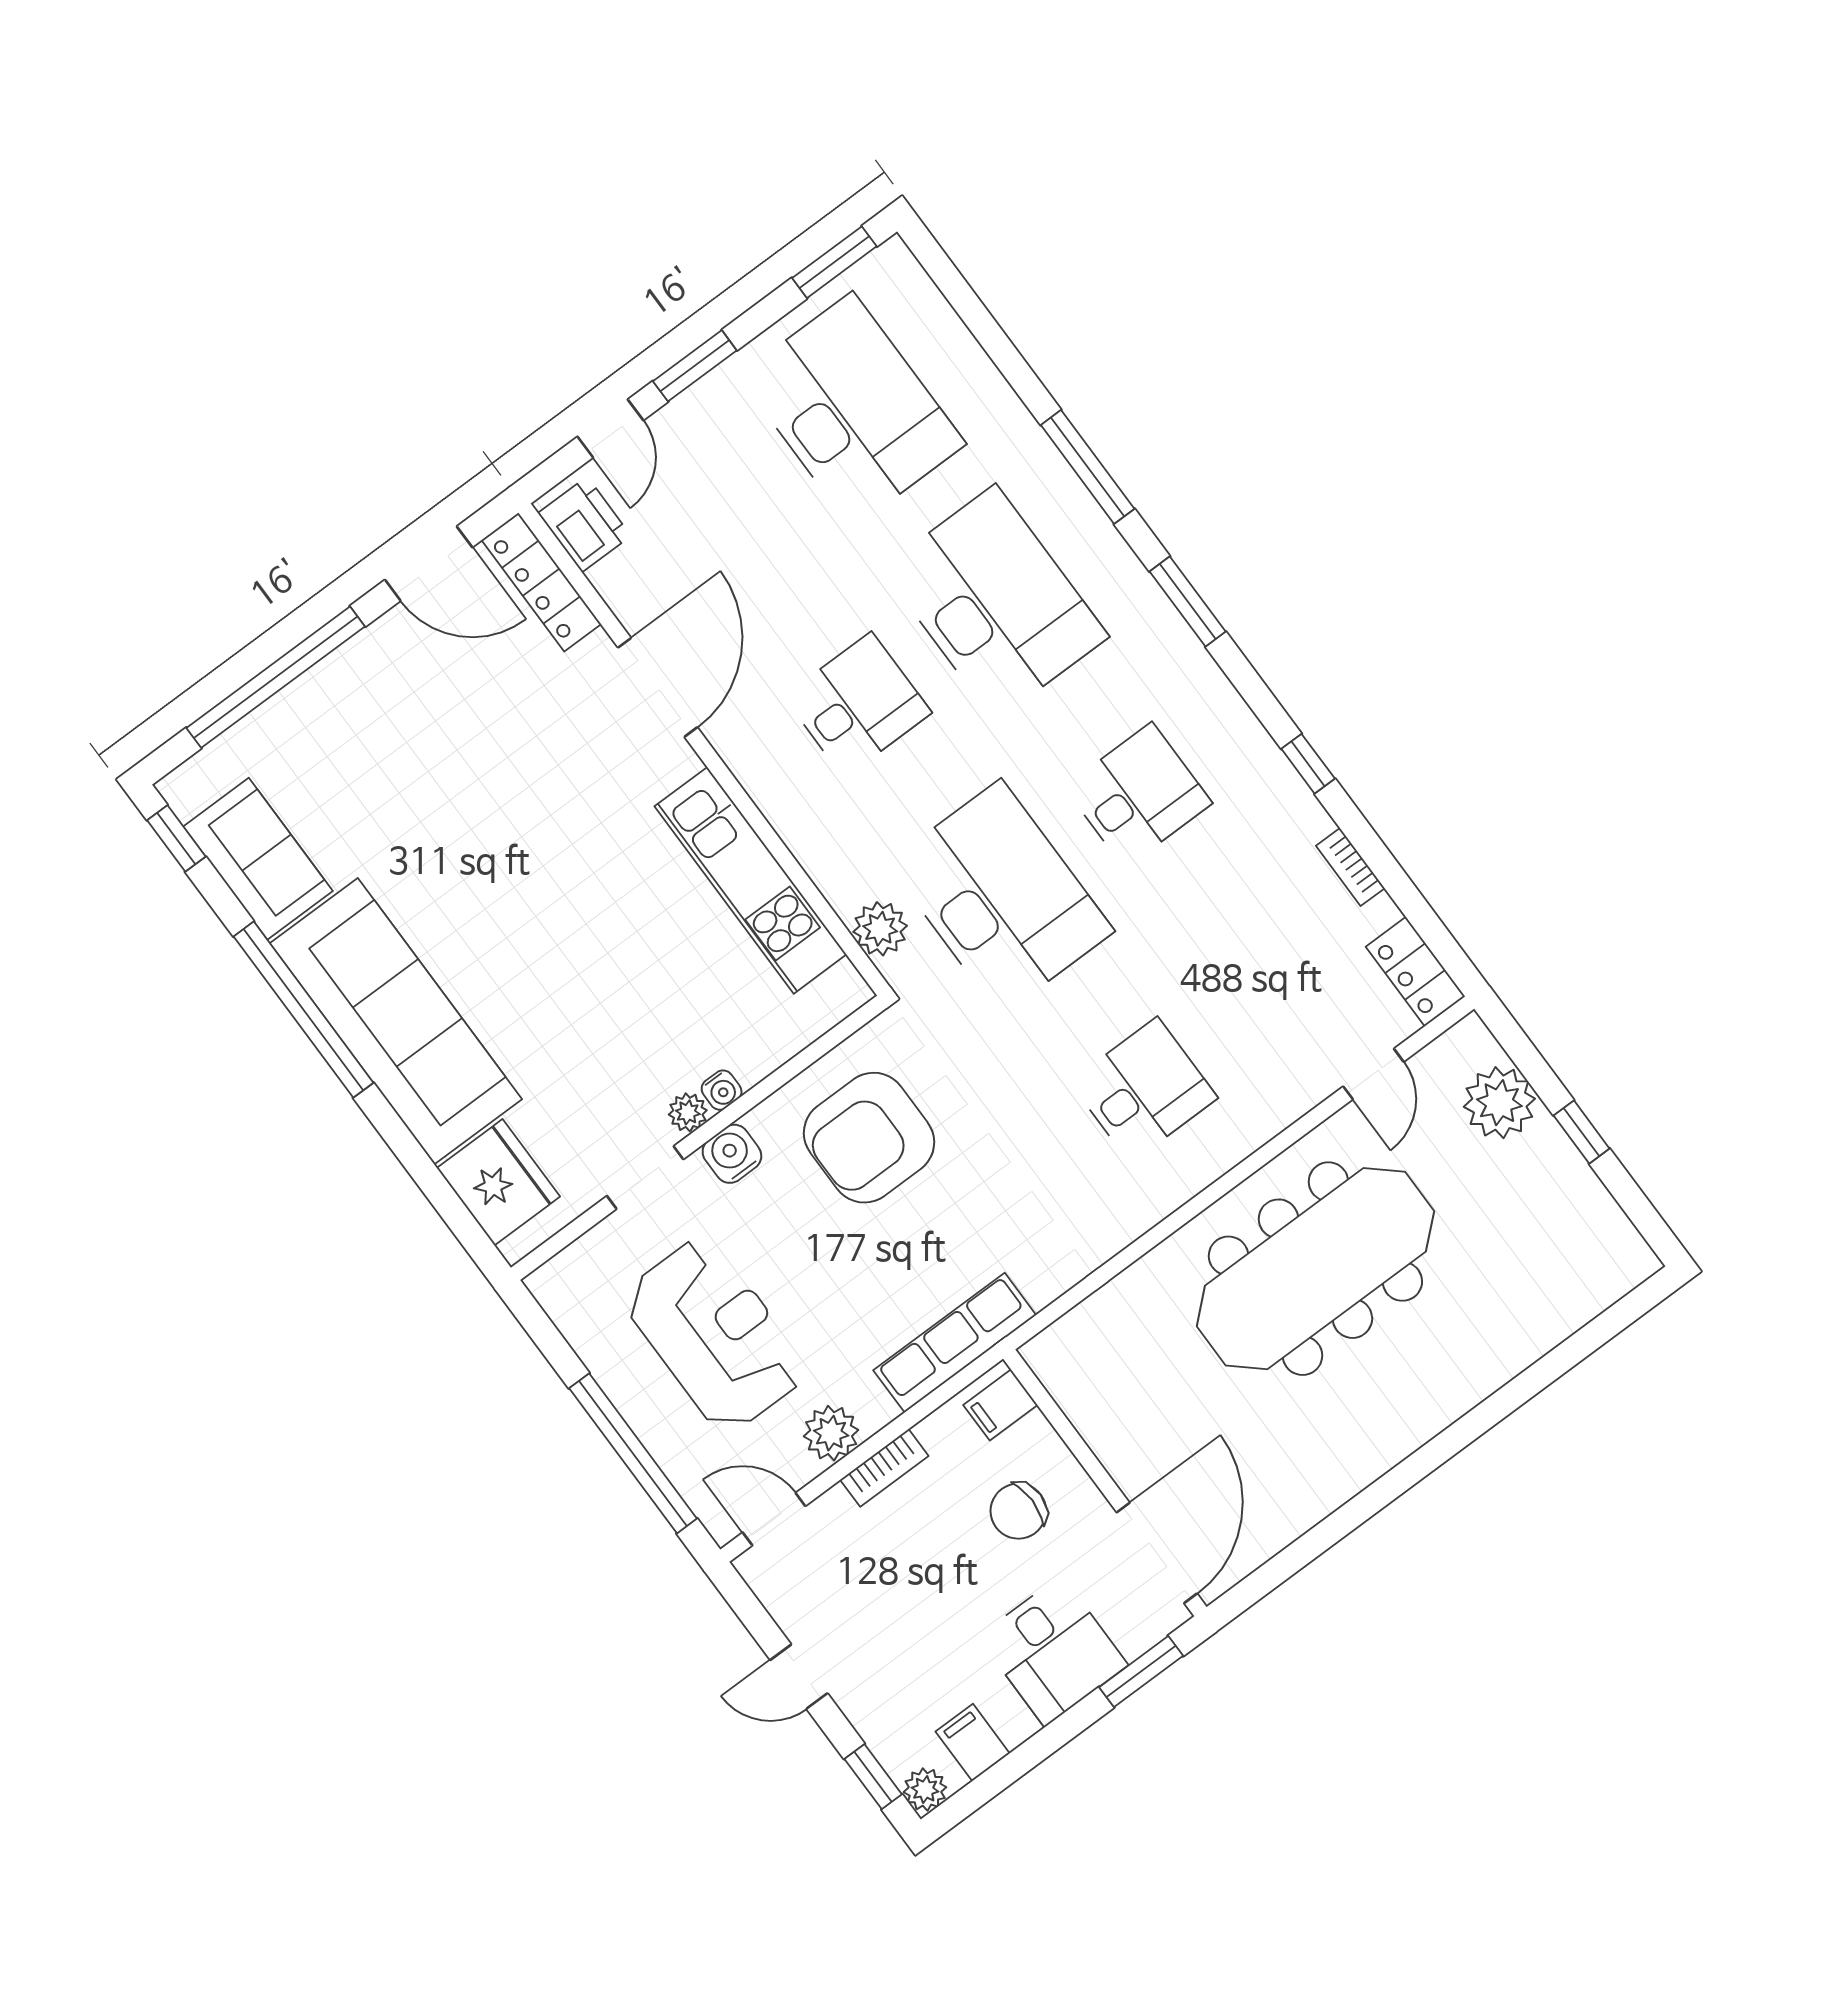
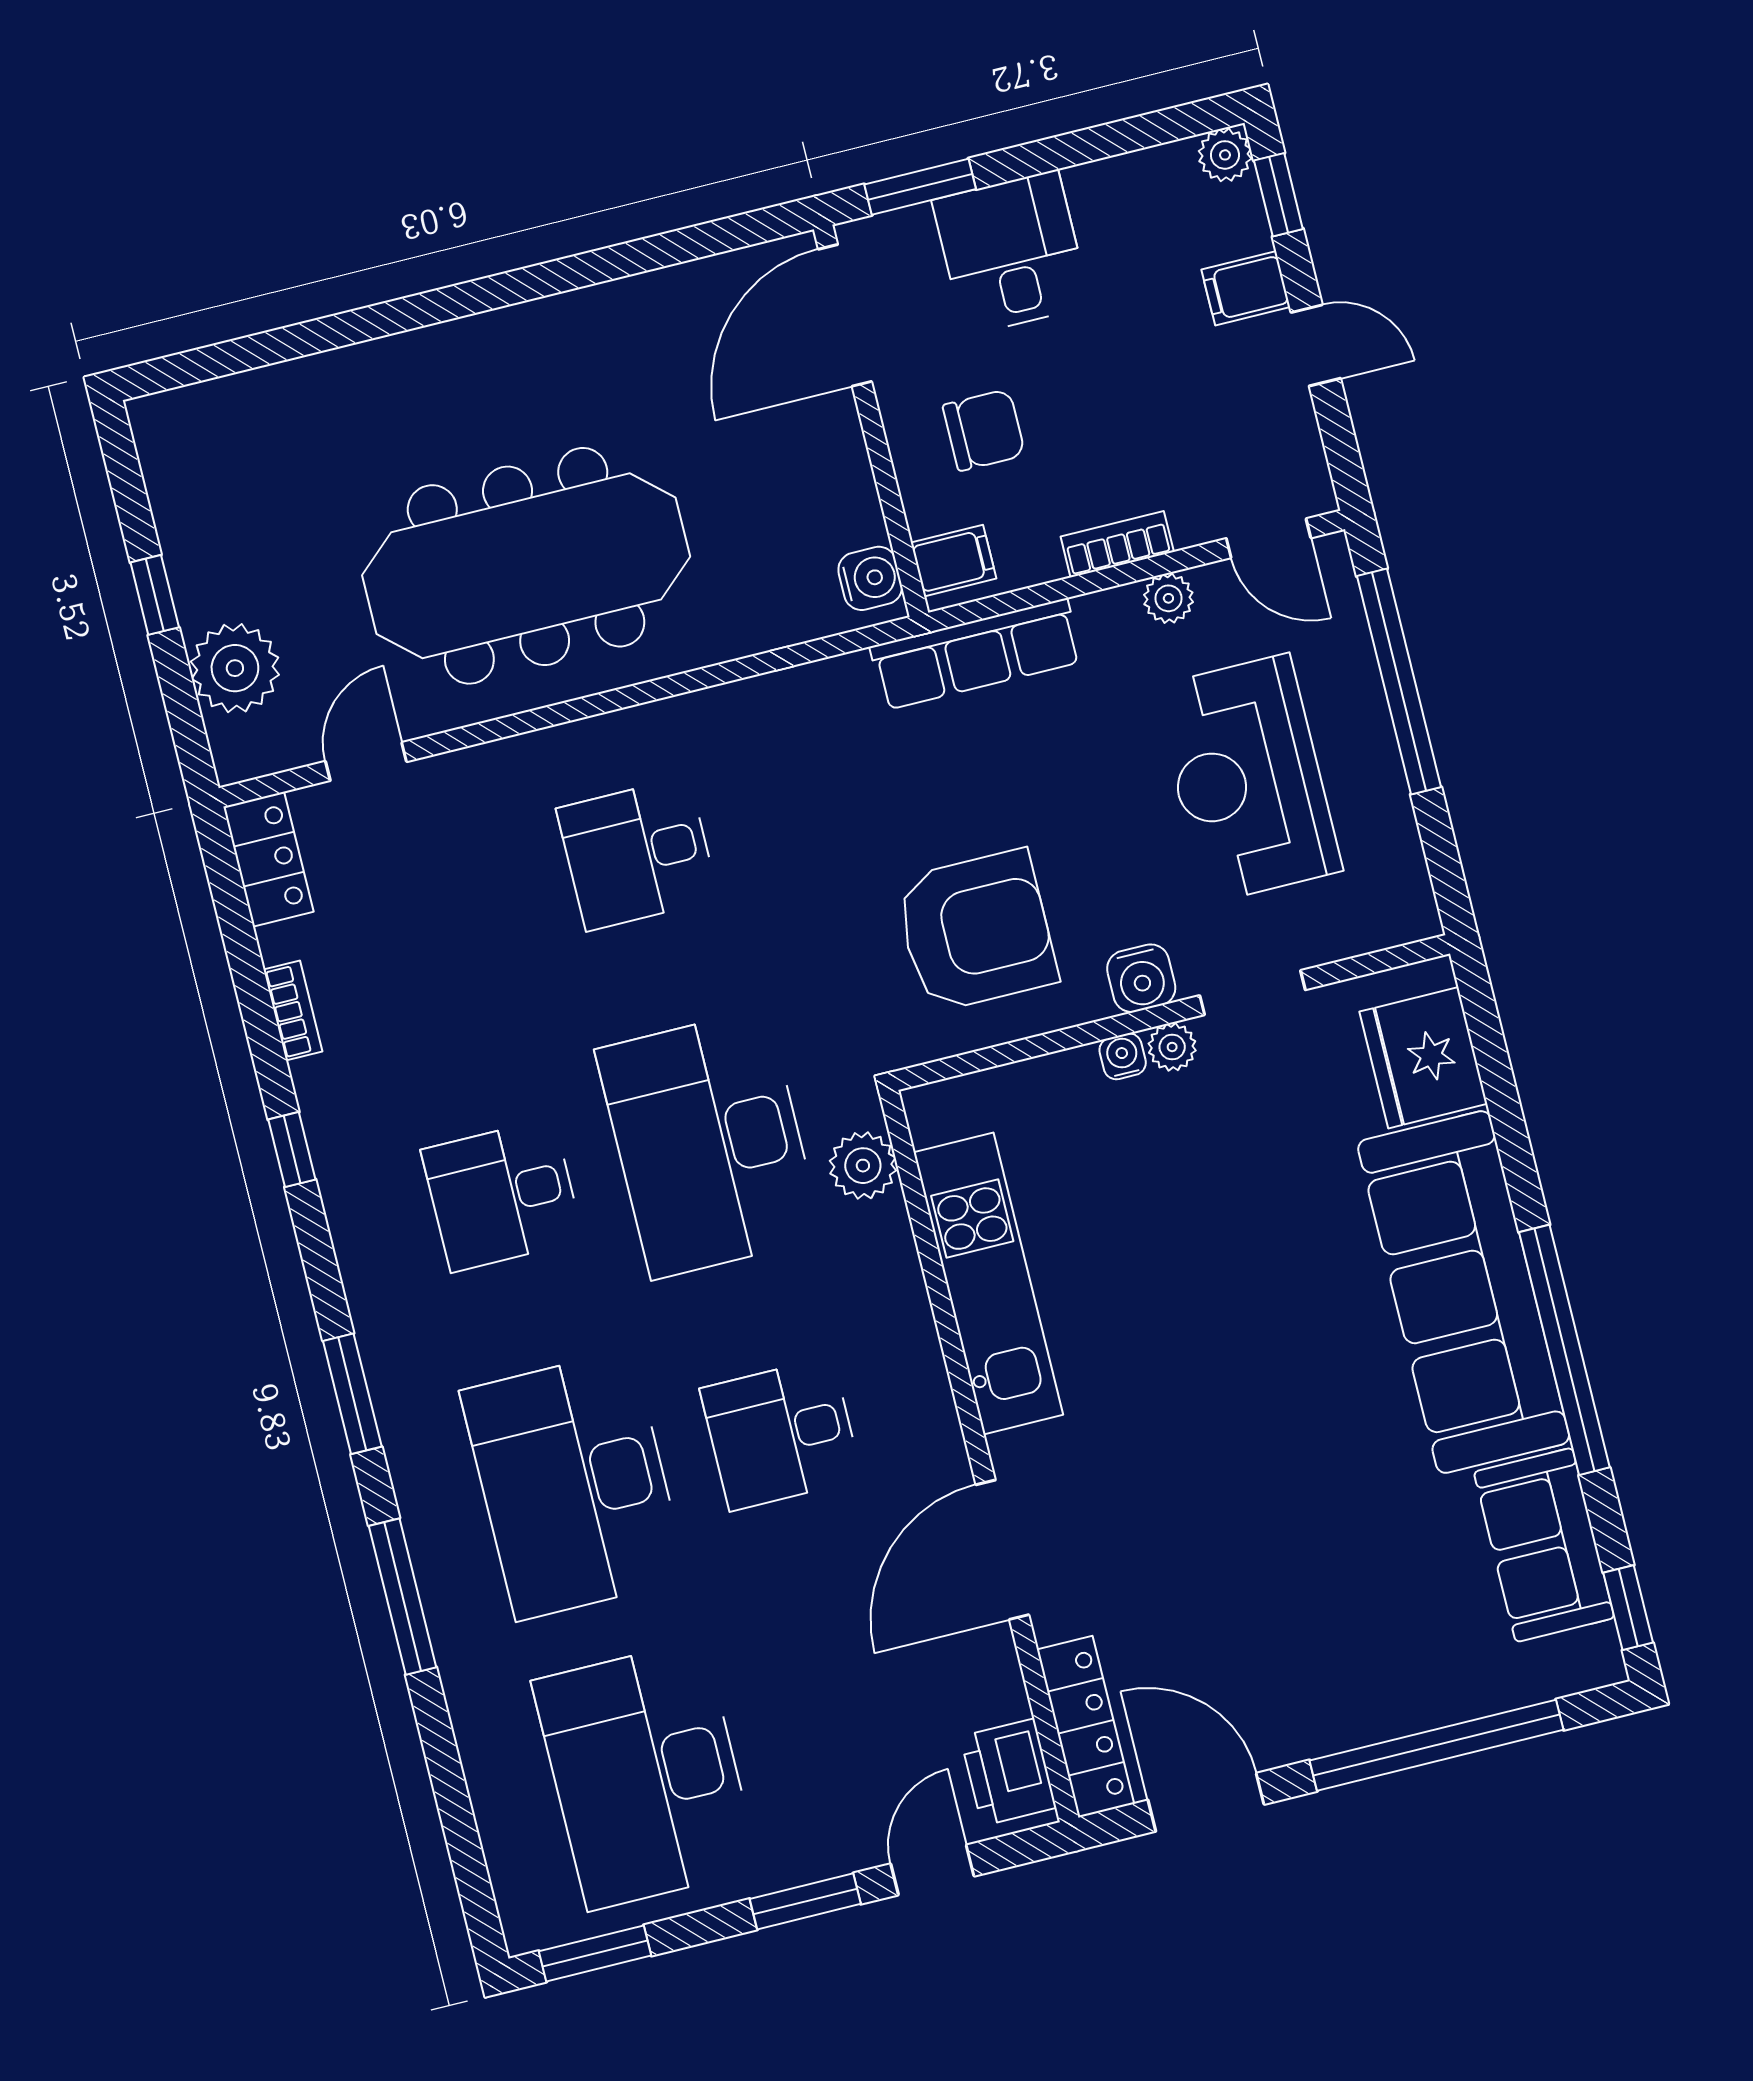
water cooler: (1057, 1366) -> (870, 578), added
plant: (831, 1433) -> (1168, 598), width x0.73, depth x0.73
filing cabinet: (973, 1742) -> (1246, 288), moved, turned 90

